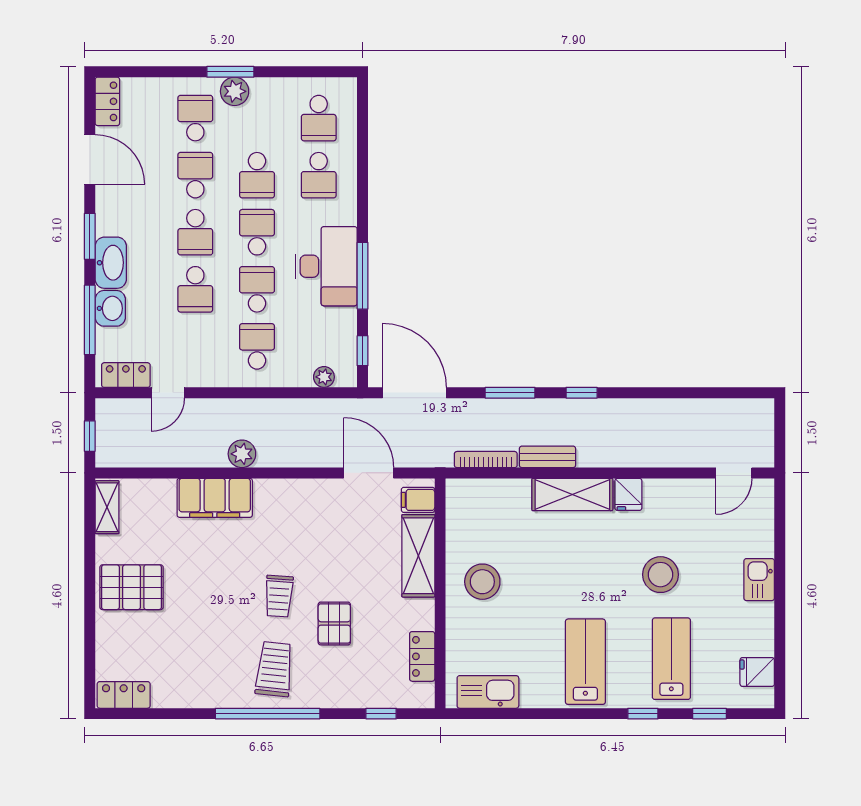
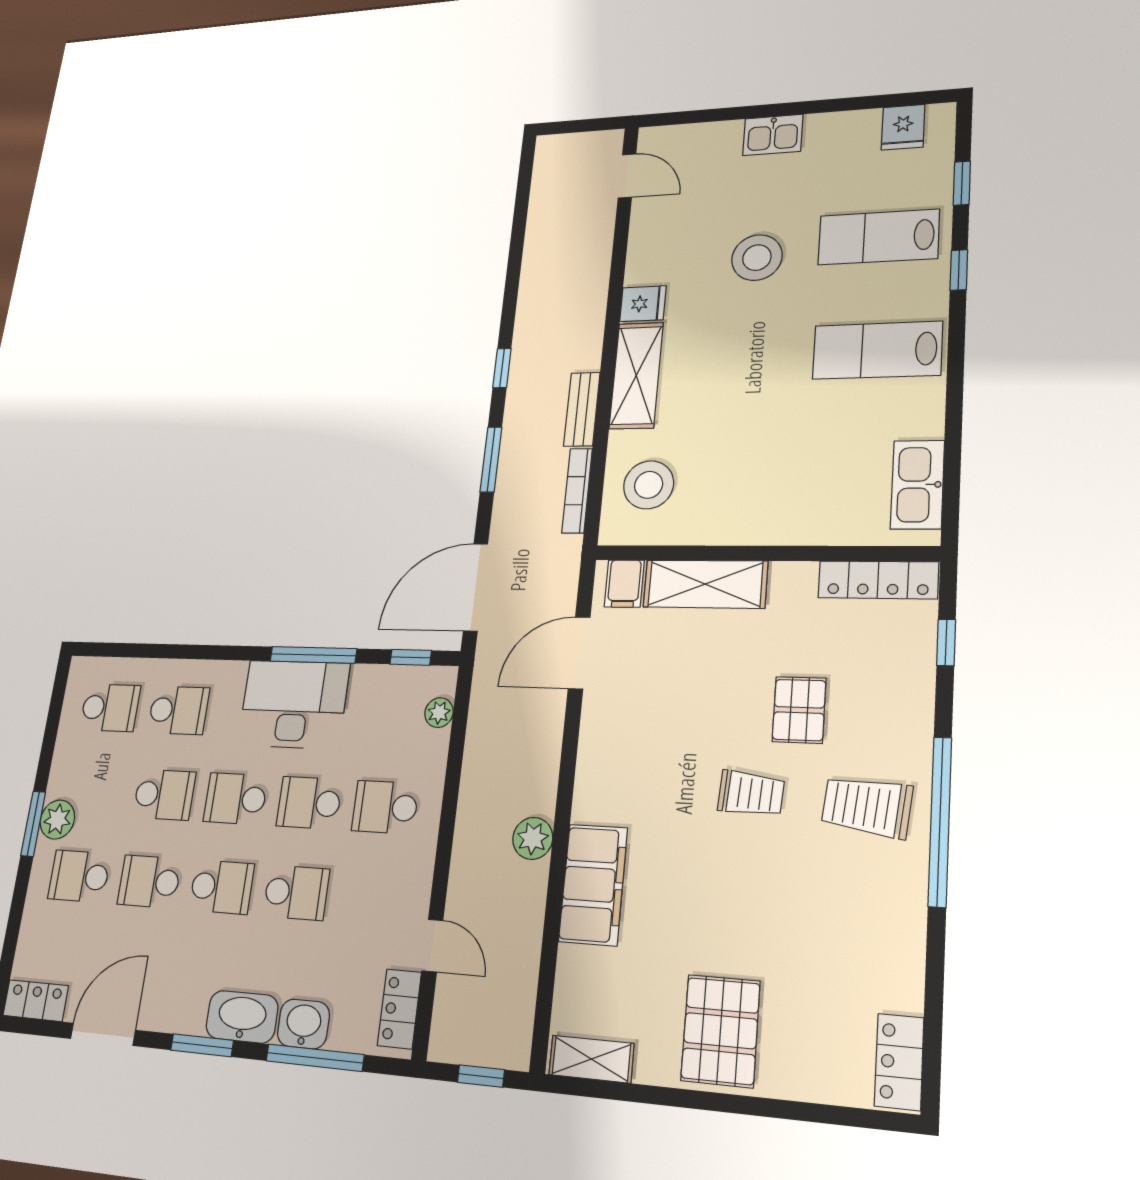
stool: (482, 582) -> (649, 485), moved
pallet: (334, 623) -> (799, 710), turned 90
locker: (422, 656) -> (878, 580), width x1.53

